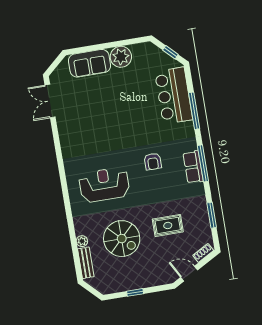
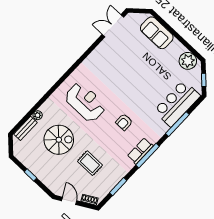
plant: (121, 57) -> (188, 61), moved
spiral stairs: (122, 239) -> (59, 140), turned -90

